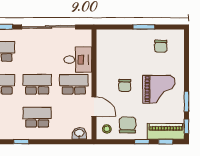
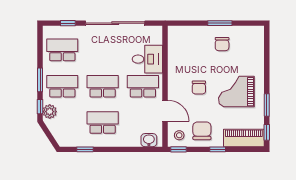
chair: (161, 46) -> (222, 44), moved
grand piano: (159, 89) -> (236, 92), turned 180
window: (166, 142) -> (179, 149), moved

